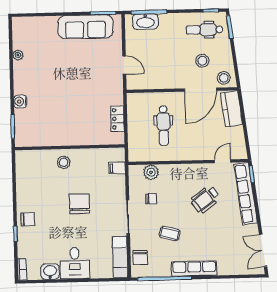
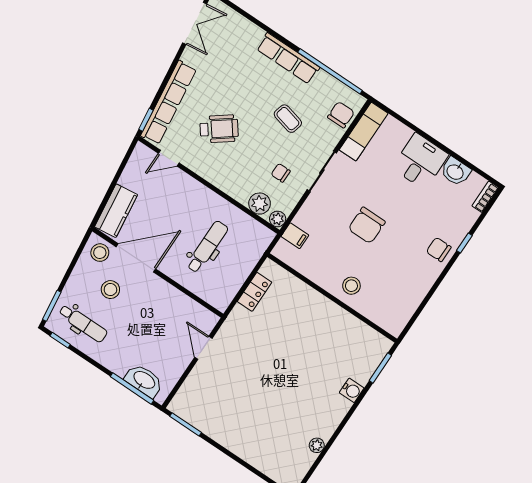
sofa: (85, 27) -> (217, 423), removed
plant: (134, 171) -> (278, 219), added

